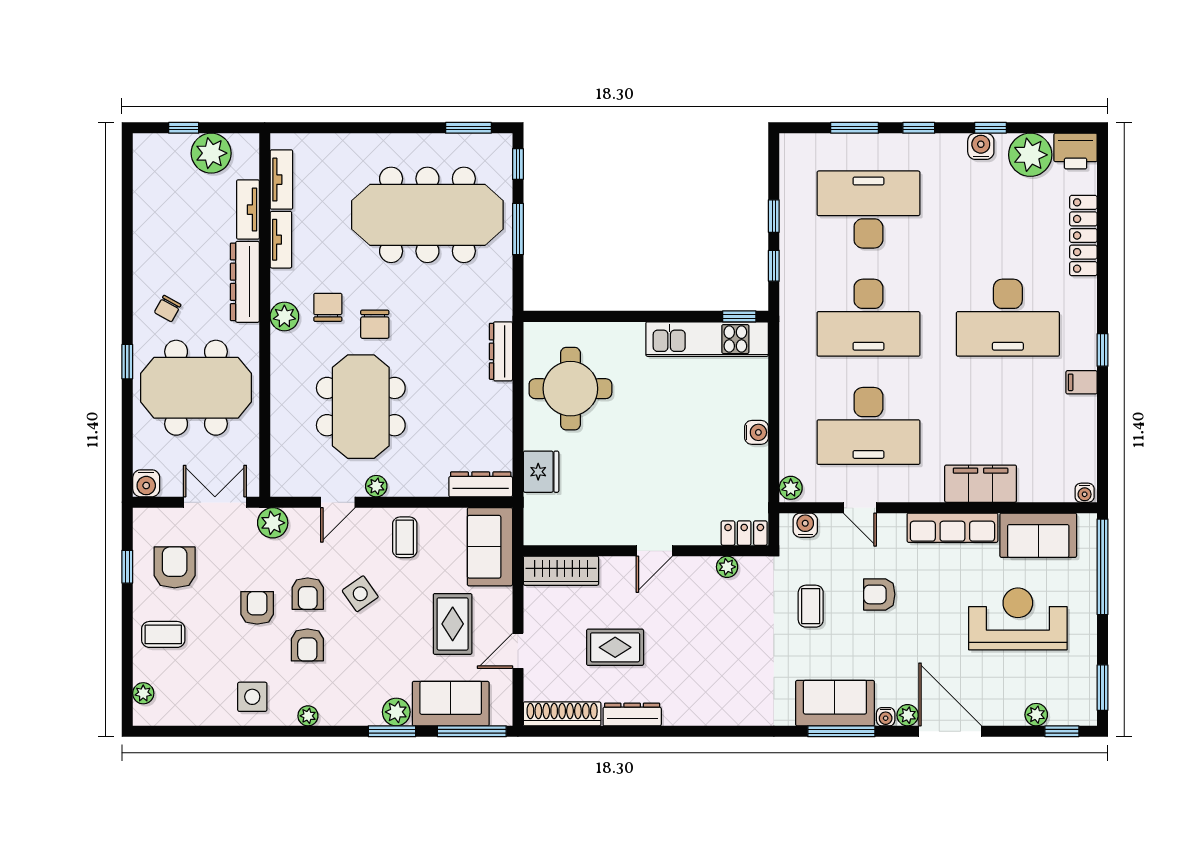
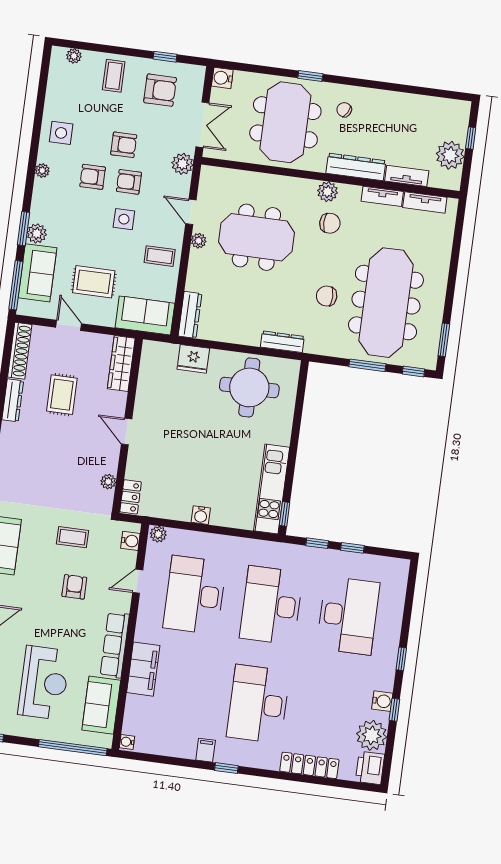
window: (855, 128) -> (407, 613), removed
chair: (375, 324) -> (327, 296), moved
side table: (360, 594) -> (124, 219), turned 35

